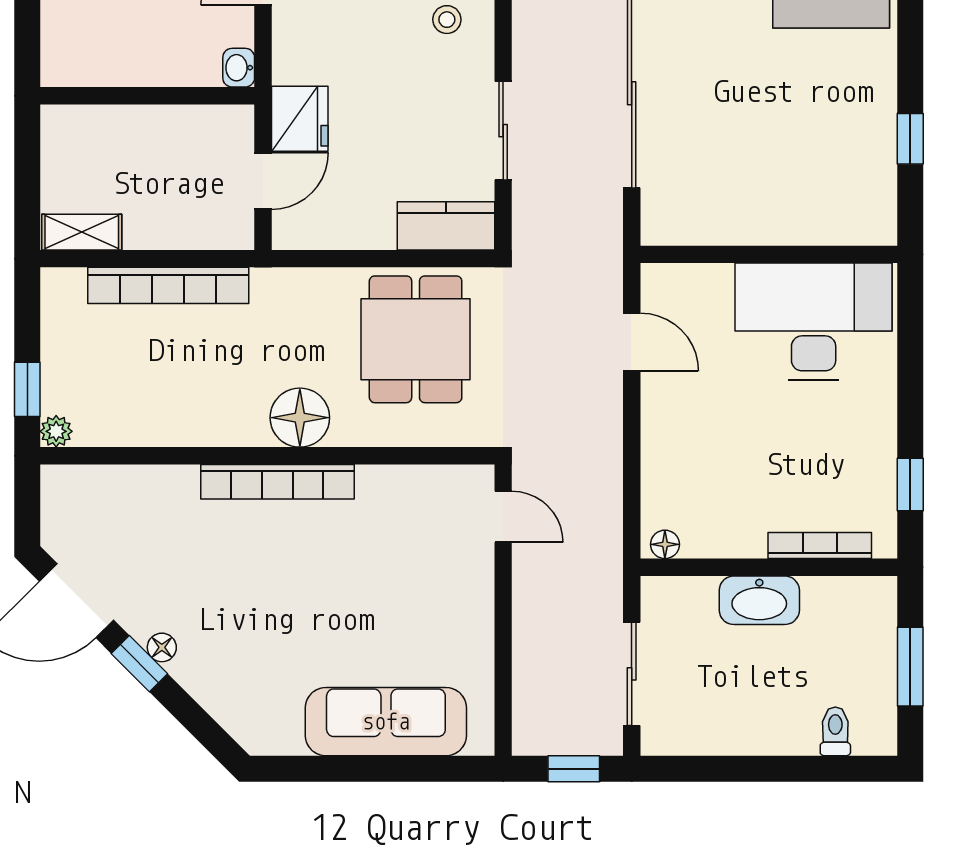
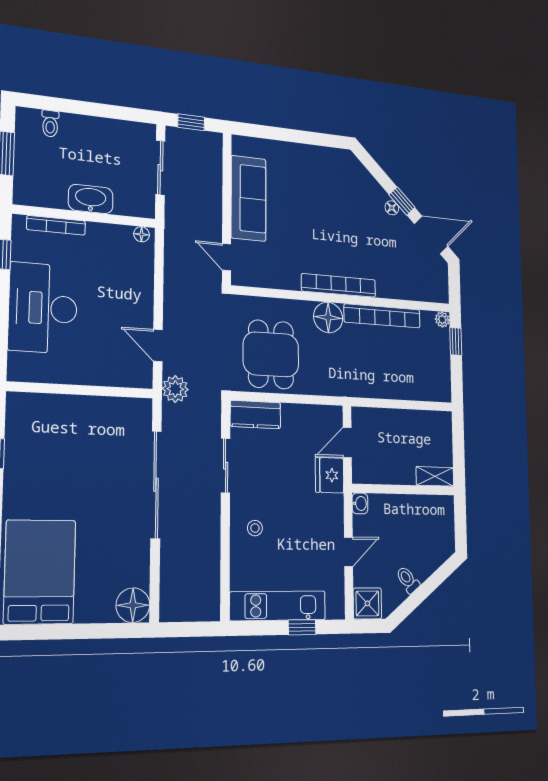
shelving: (82, 232) -> (435, 476), moved
plant: (599, 265) -> (175, 389), added
bookcase: (168, 285) -> (382, 316), moved, turned 180
desk: (814, 322) -> (43, 308), moved, turned 90
sofa: (386, 722) -> (248, 198), moved, turned -90

